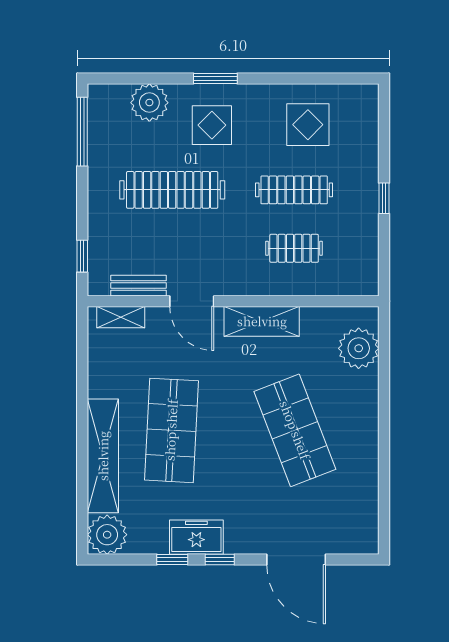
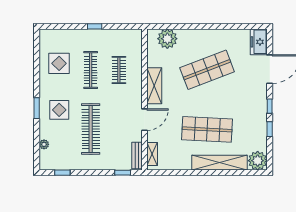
plant: (149, 103) -> (44, 144), width x0.53, depth x0.53
window: (82, 132) -> (62, 173), width x0.46
bench: (138, 286) -> (137, 155), moved
freezer: (196, 537) -> (259, 42), moved

